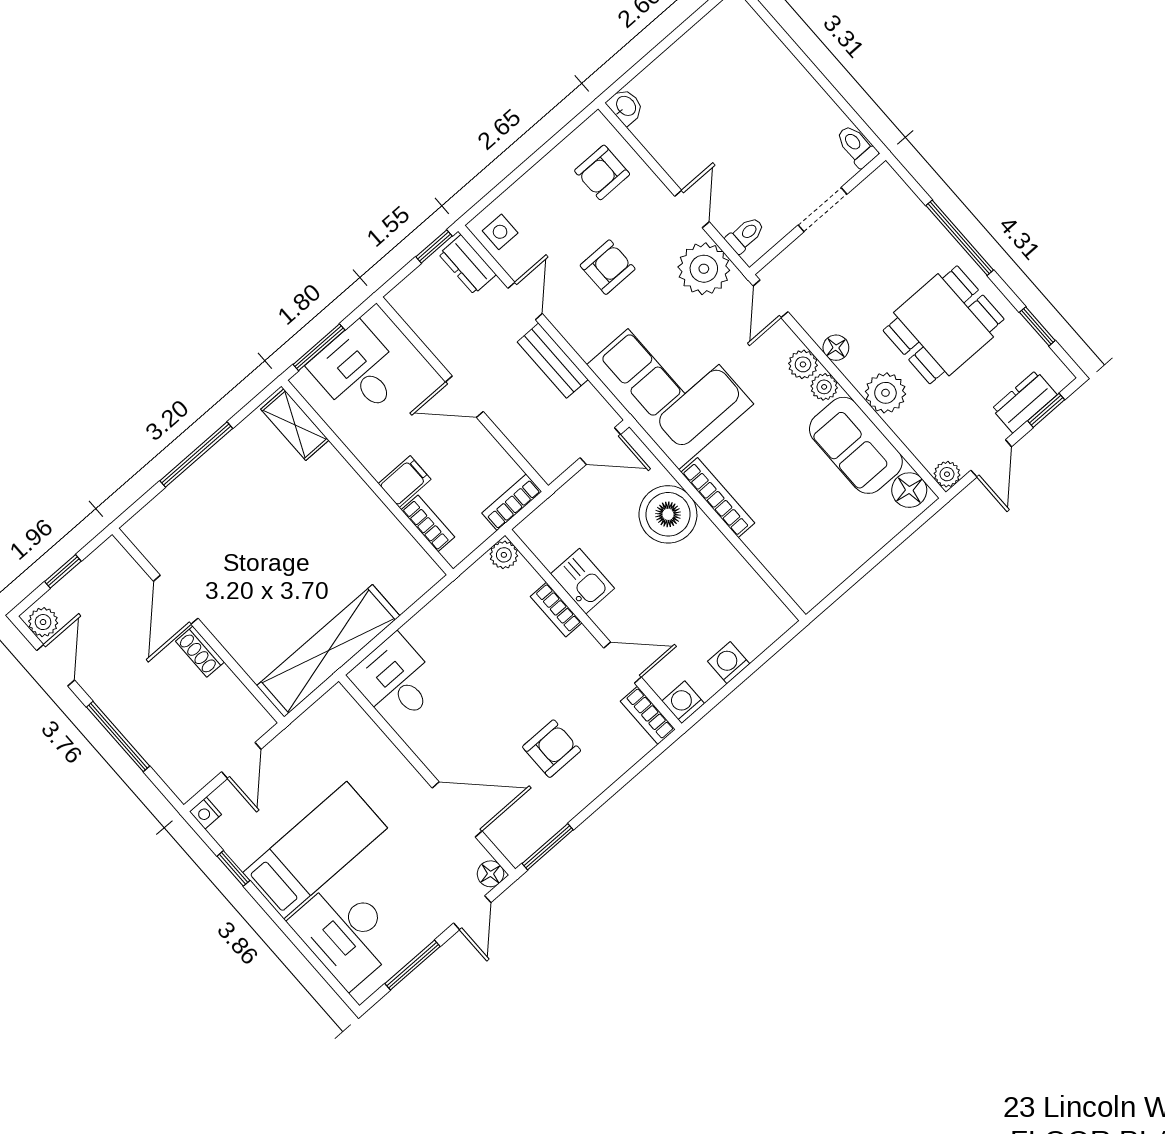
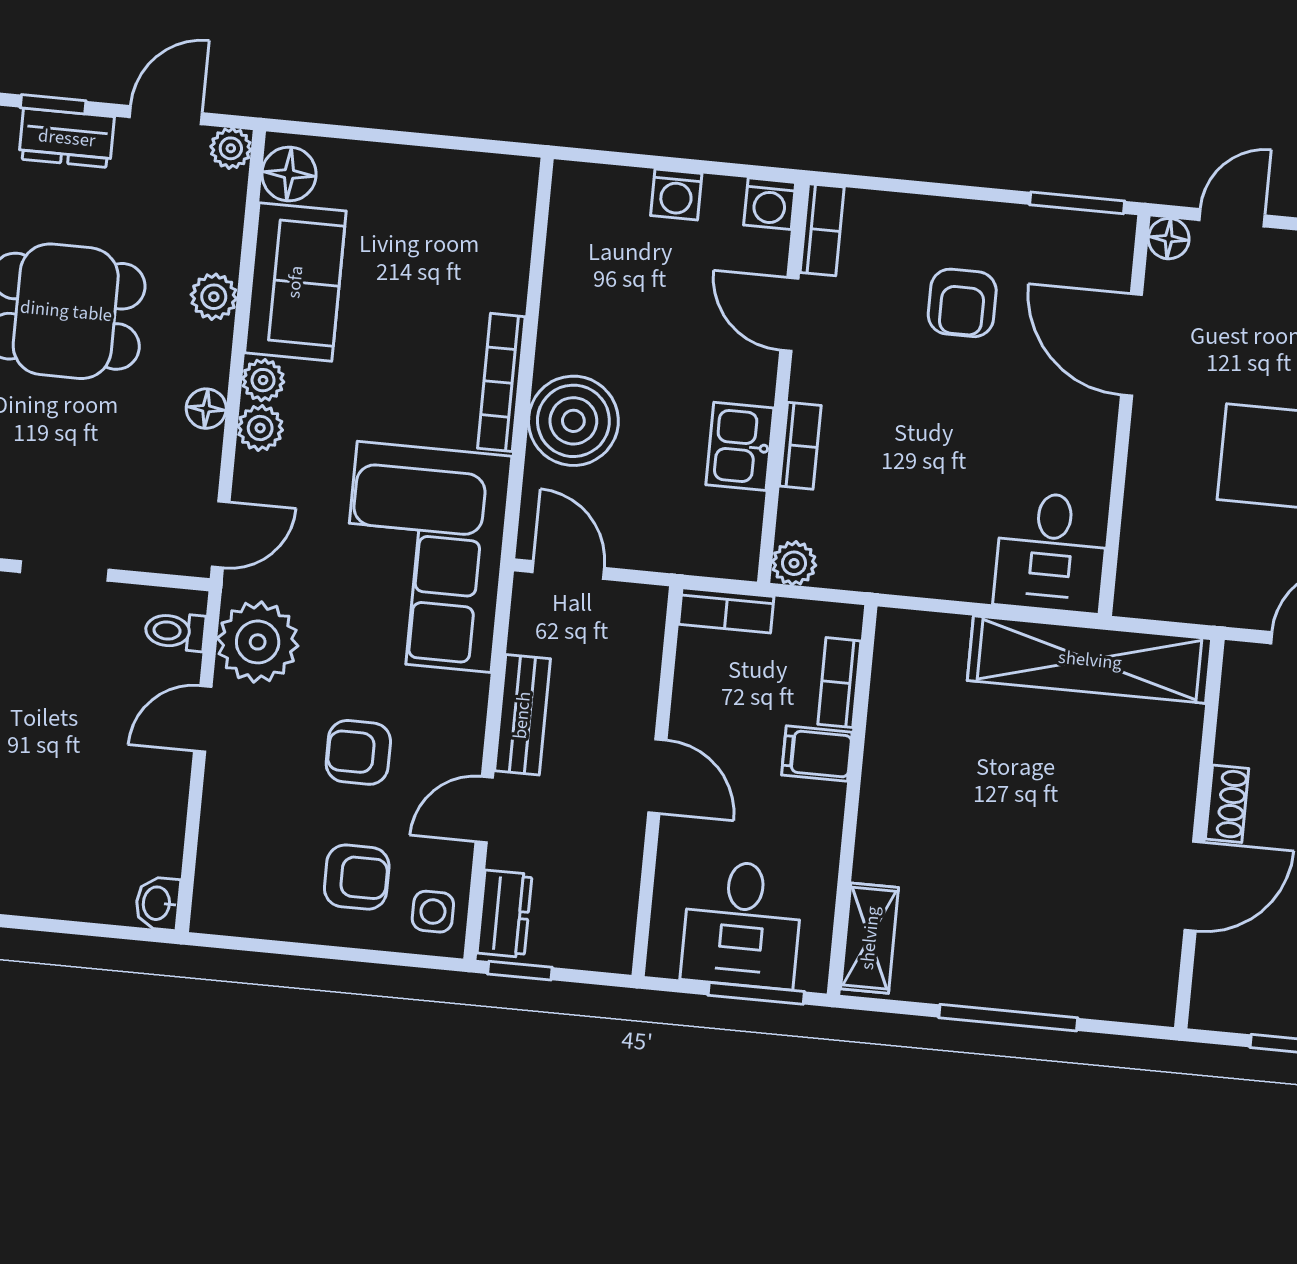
armchair: (602, 172) -> (357, 877), moved
plant: (885, 393) -> (214, 297), width x0.73, depth x0.73
armchair: (552, 749) -> (962, 303), turned -90

